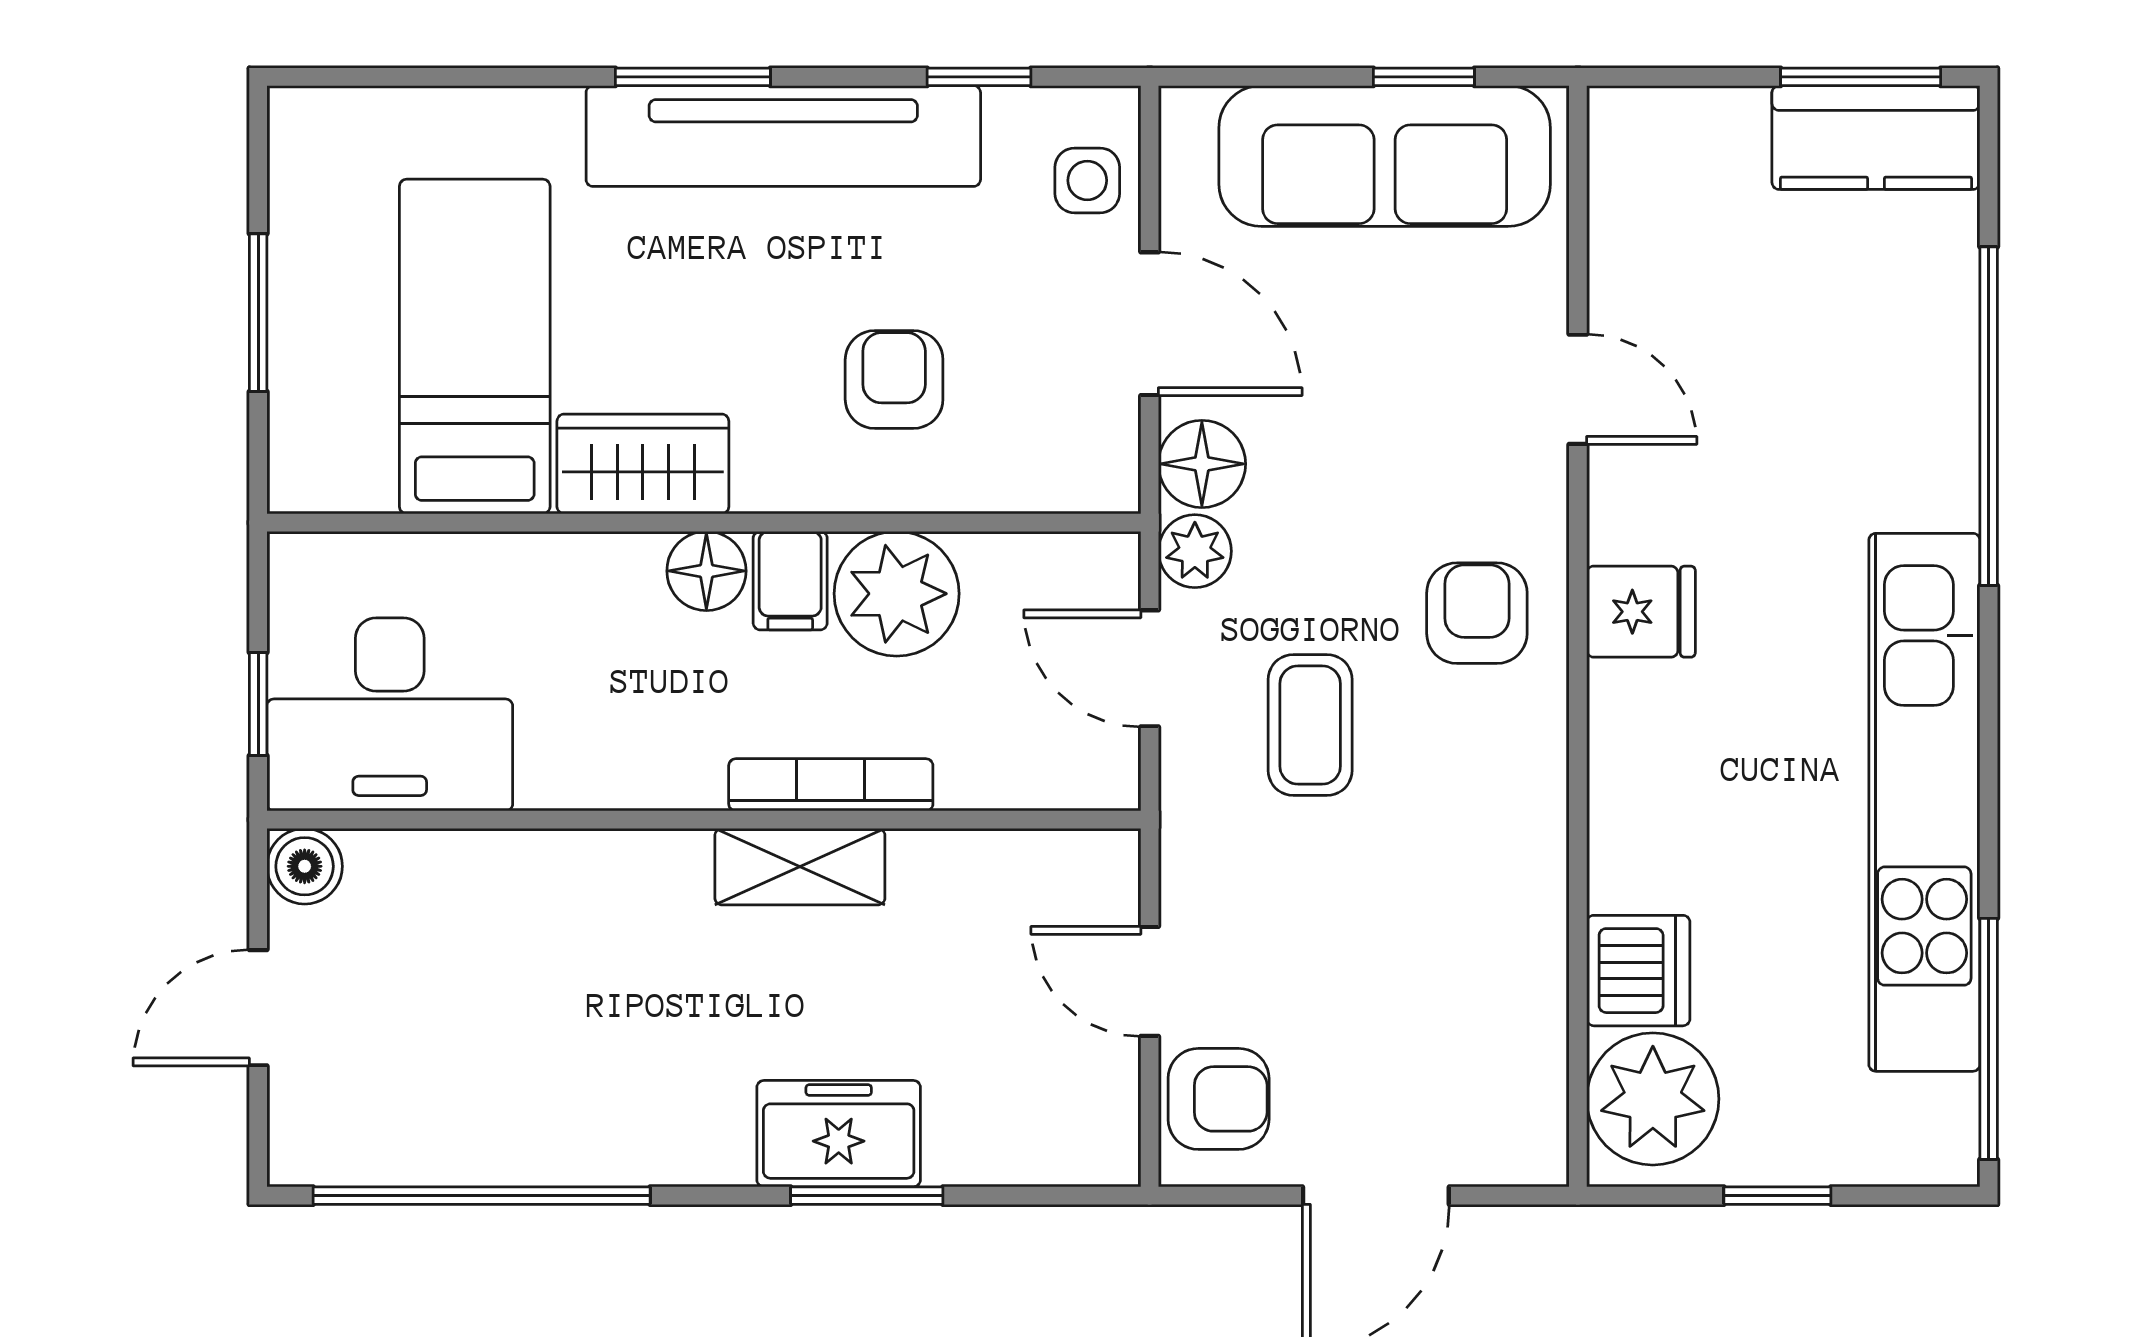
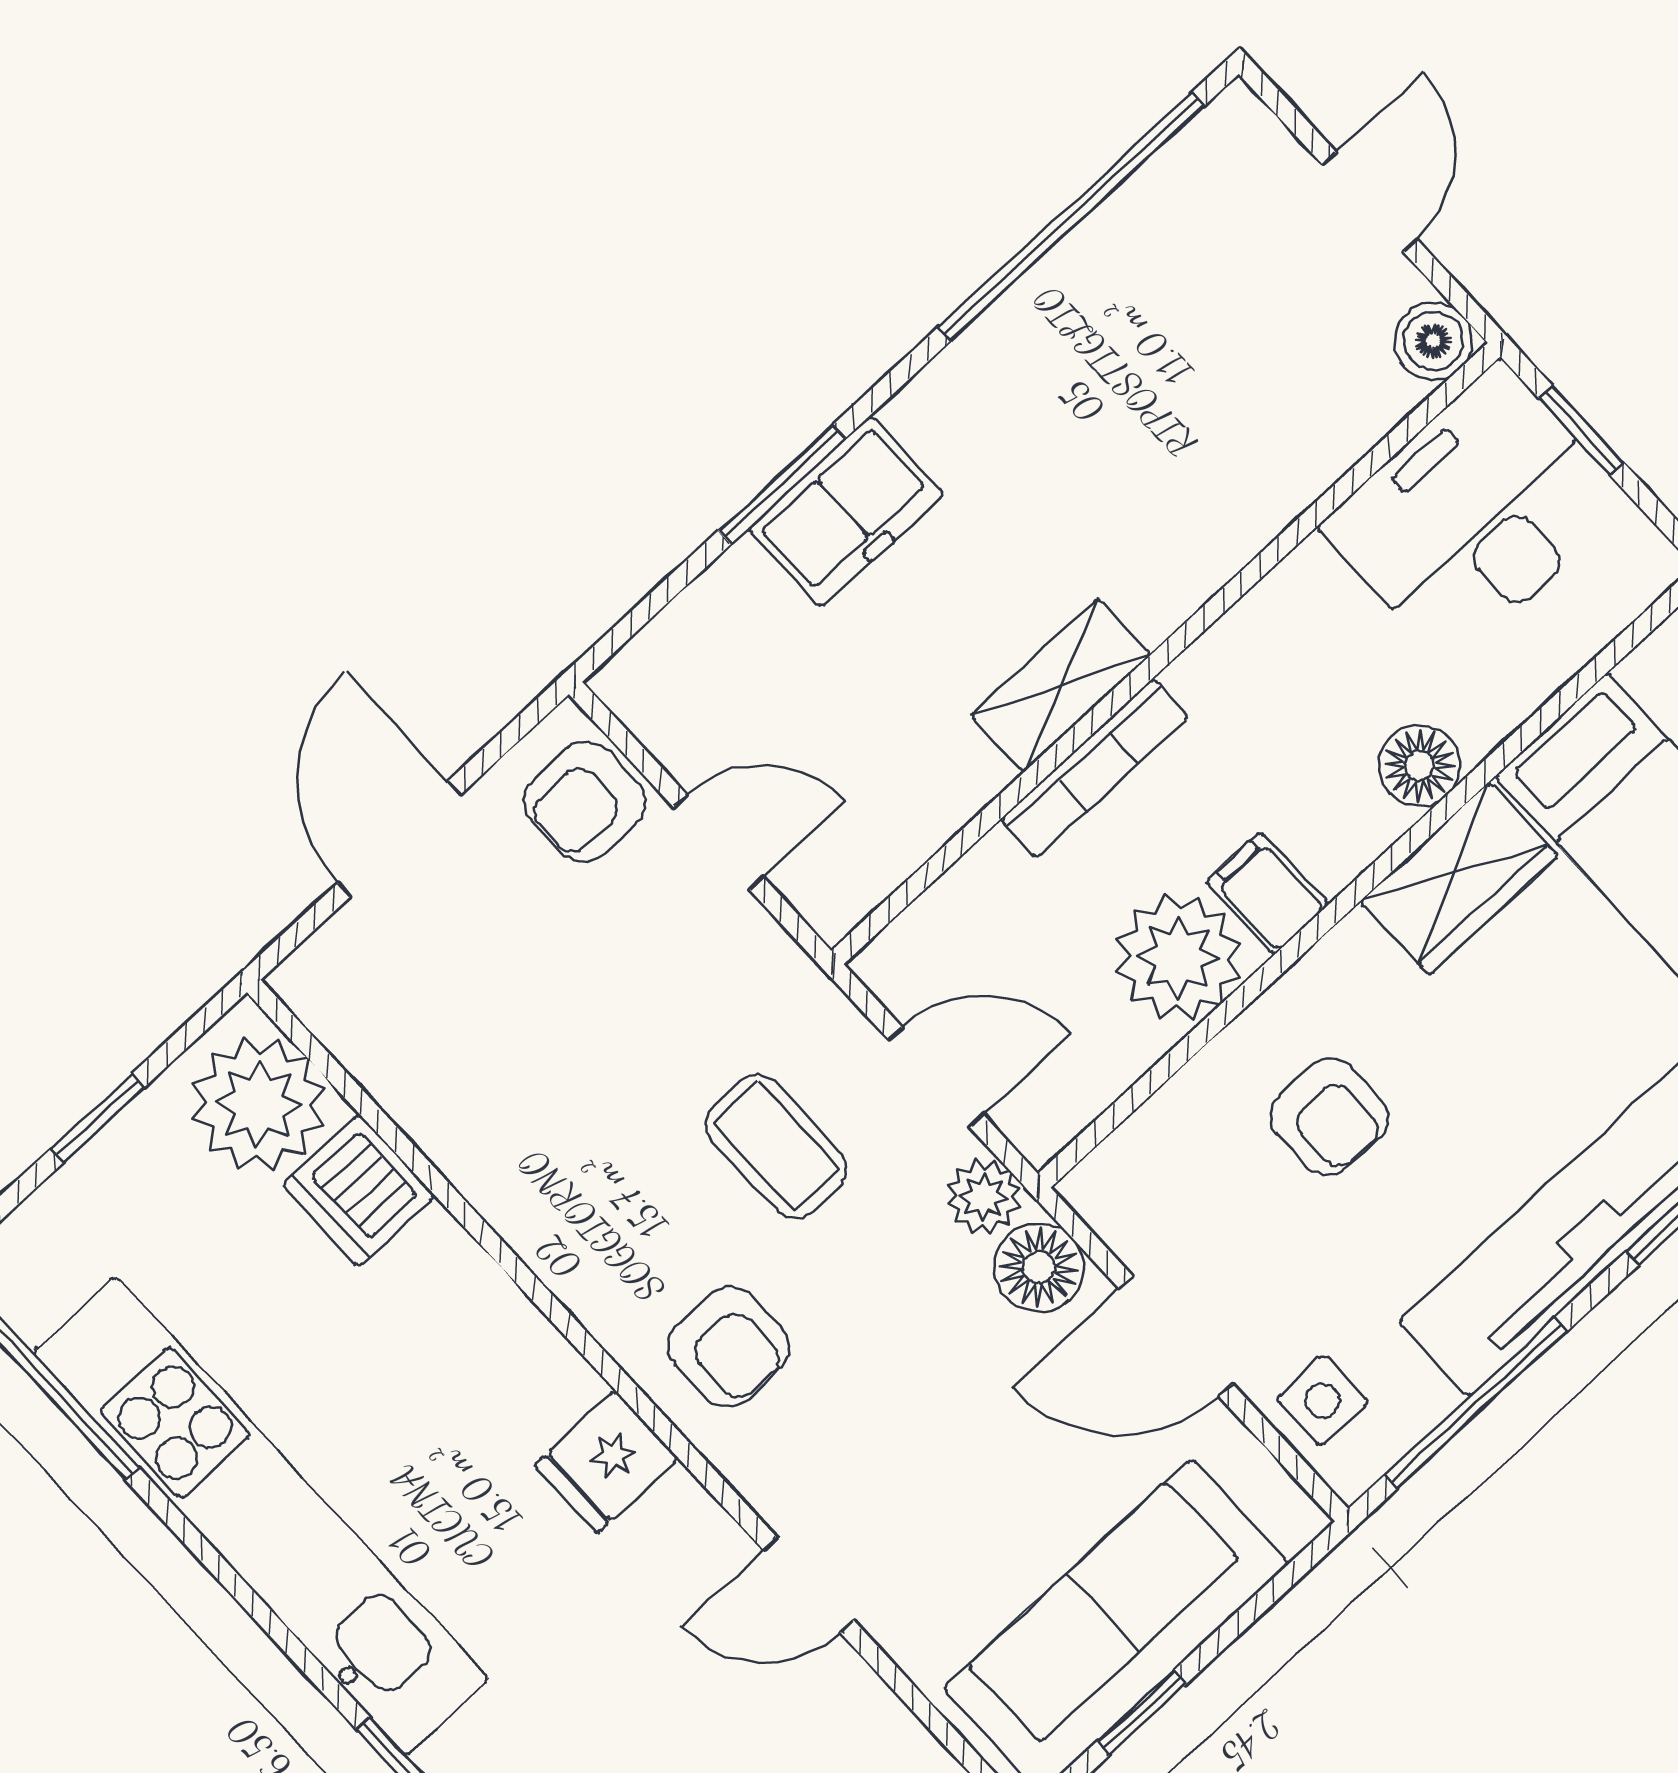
window: (979, 77) -> (1476, 1403), width x2.17
floor lamp: (706, 571) -> (1420, 766), moved

